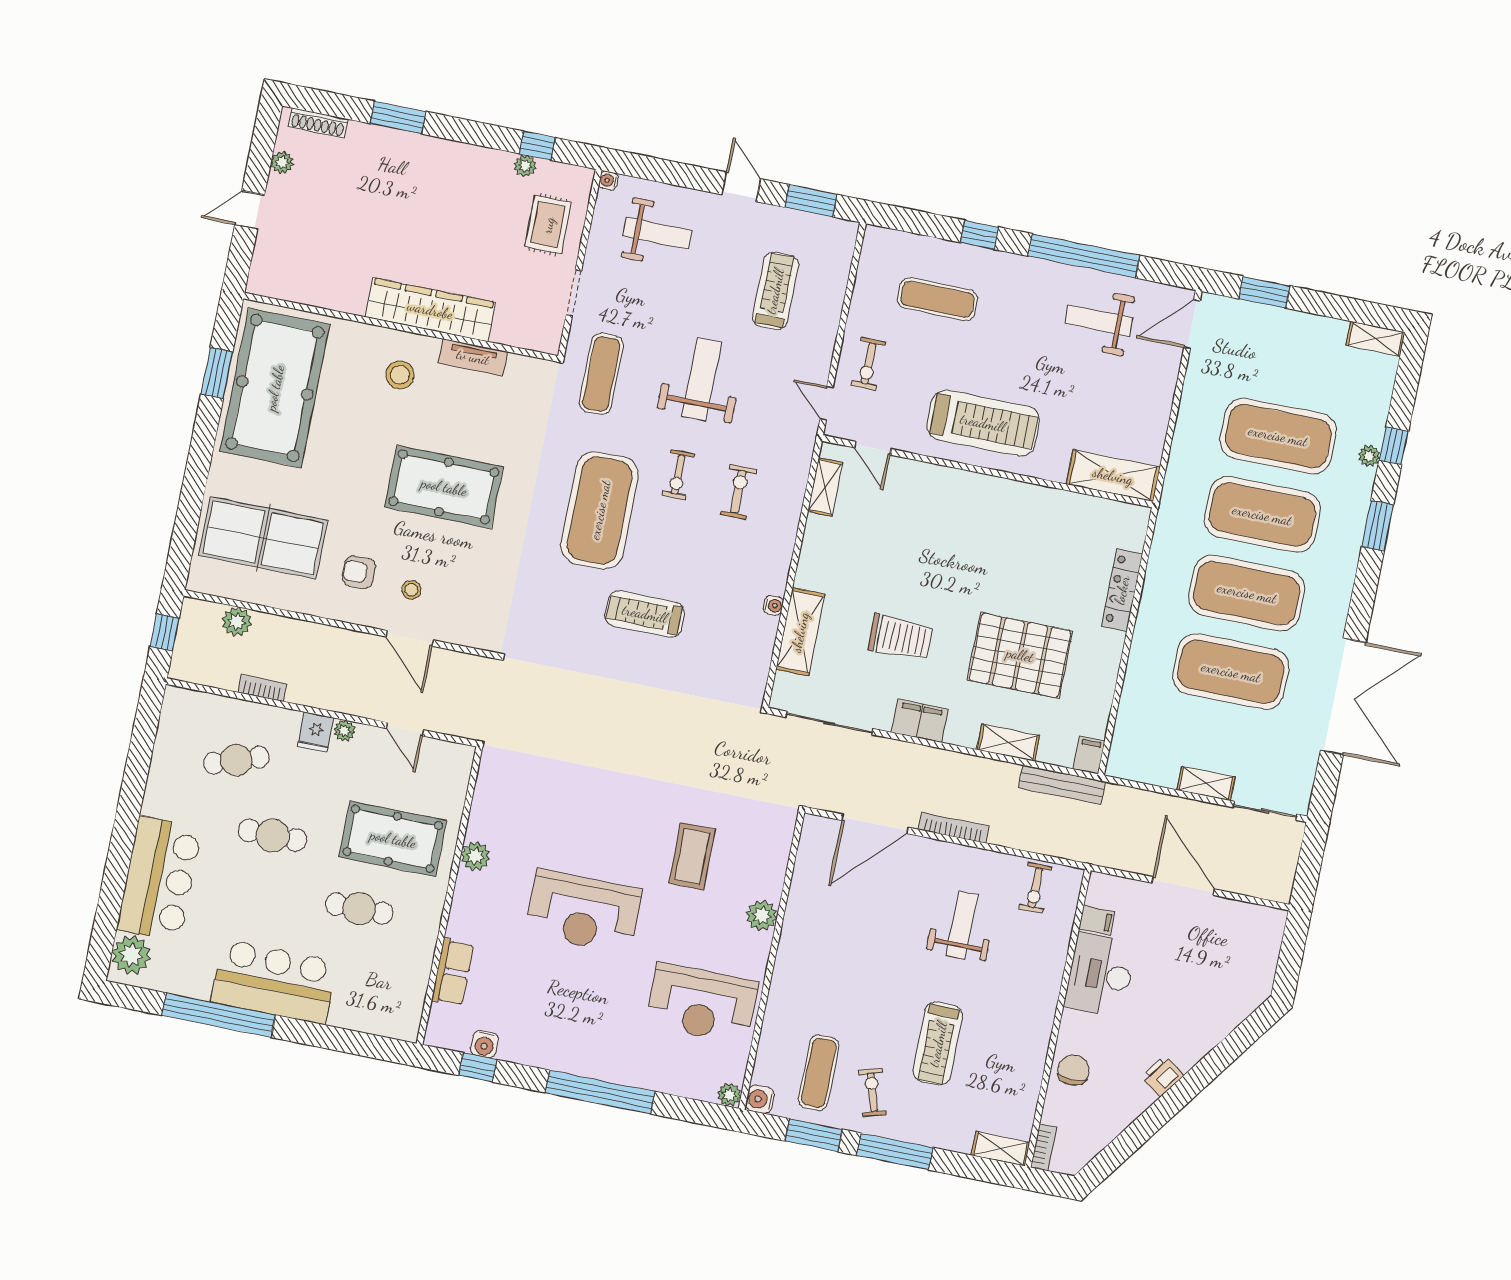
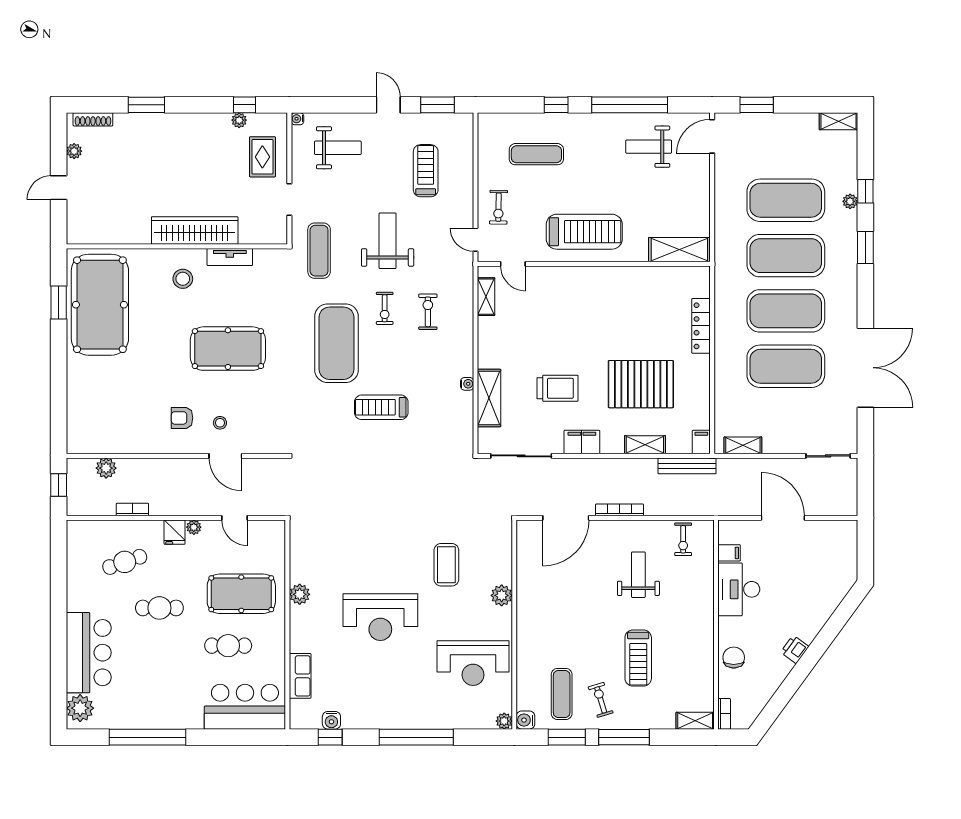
table tennis table: (263, 538) -> (112, 408), removed
shelving: (1206, 784) -> (743, 445), moved
bar counter: (274, 982) -> (245, 707), moved

